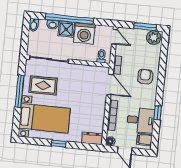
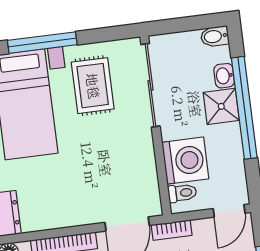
washing machine: (84, 33) -> (185, 161), moved, turned 180
window: (20, 91) -> (42, 43), moved

